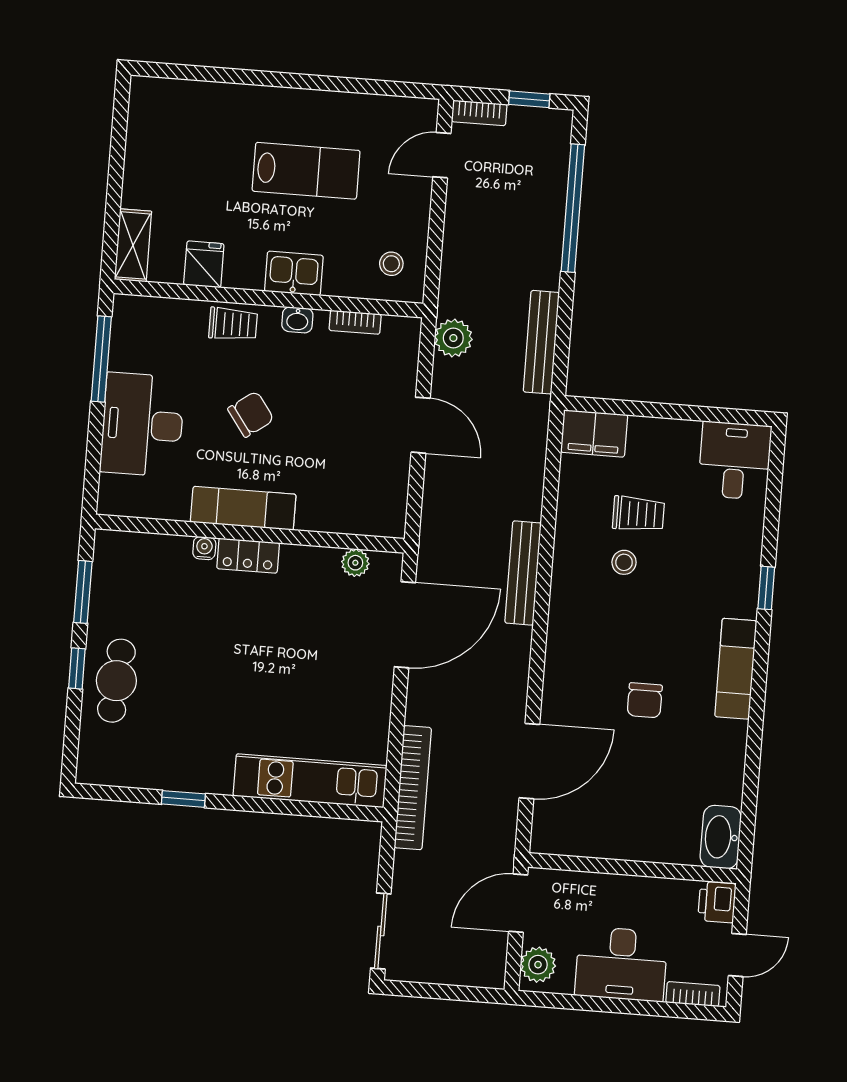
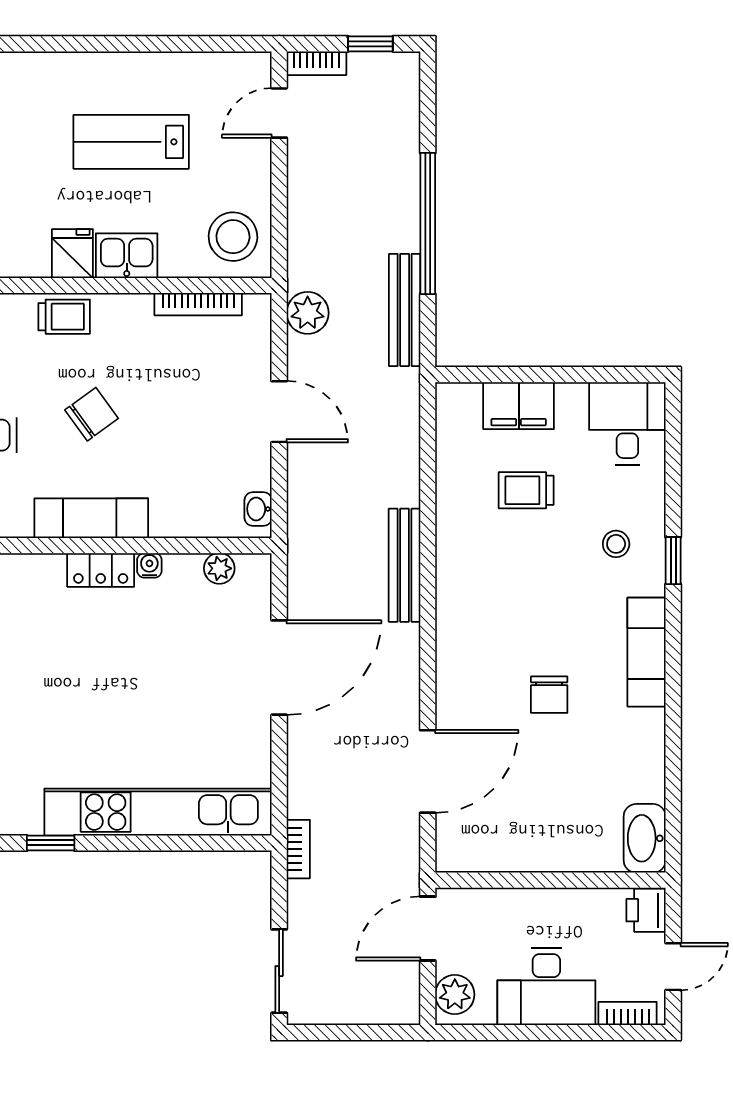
lab bench: (306, 171) -> (131, 142), turned 180
window: (573, 208) -> (428, 224), moved
fridge: (204, 264) -> (72, 254), moved
stool: (391, 264) -> (233, 237), width x1.89, depth x1.89
washbasin: (297, 320) -> (258, 509), moved, turned 90
bookcase: (355, 322) -> (198, 304), width x1.56
filing cabinet: (594, 433) -> (519, 406), moved
trolley: (638, 514) -> (526, 490), turned 180
water cooler: (204, 548) -> (149, 565), moved
stool: (624, 562) -> (616, 544), moved
door: (405, 625) -> (279, 668), moved
kitchen unit: (310, 781) -> (158, 812), width x1.36
bookcase: (413, 788) -> (298, 849), width x0.43, depth x0.76

